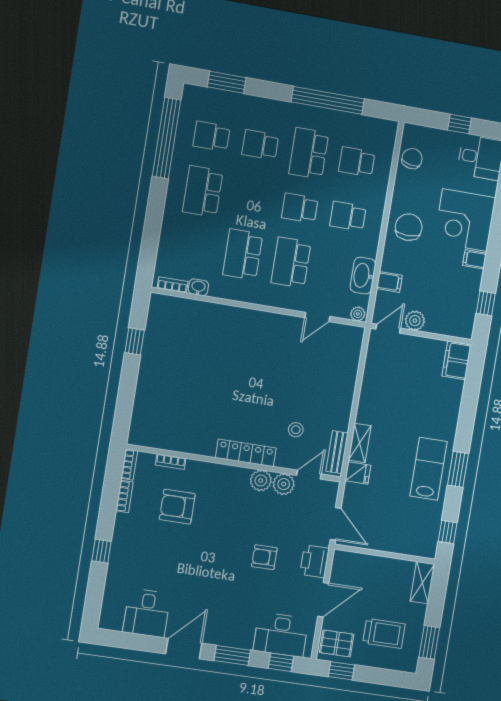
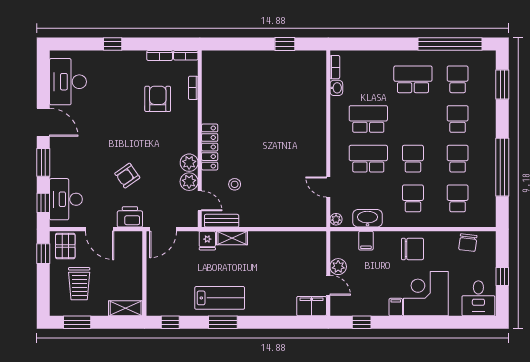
school desk: (309, 153) -> (458, 159), width x0.54
chair: (412, 159) -> (468, 243), turned 85
door: (388, 329) -> (328, 285), moved
armchair: (264, 557) -> (127, 176), turned -125
desk: (147, 613) -> (68, 82), width x1.37

